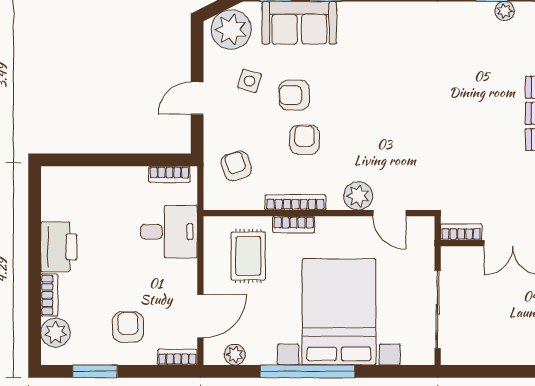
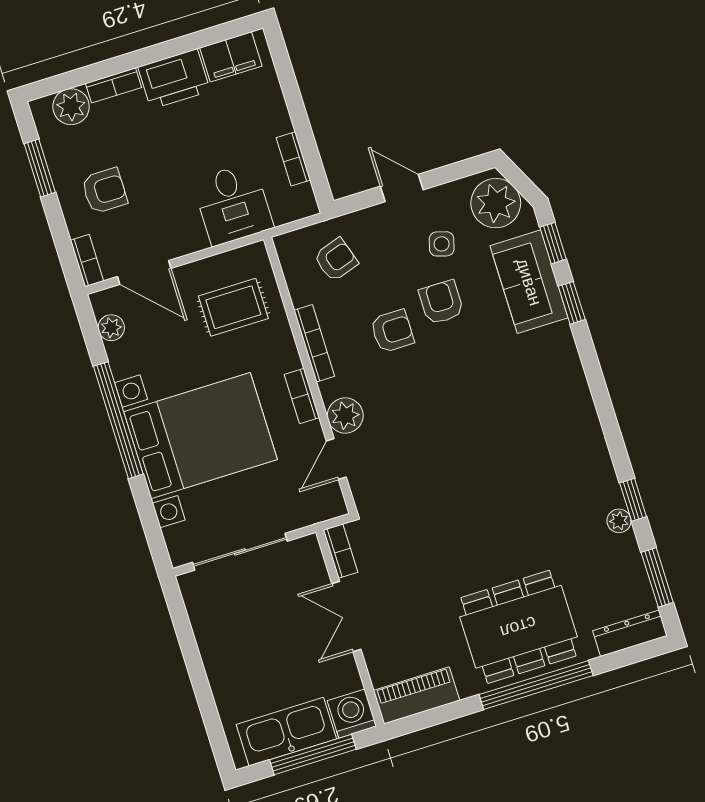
bookcase: (169, 174) -> (293, 159), moved
filing cabinet: (55, 198) -> (231, 57), added
bookcase: (294, 225) -> (302, 396), moved

